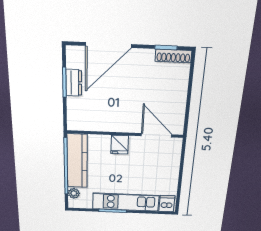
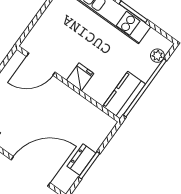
door: (156, 135) -> (41, 64), hinge flipped
kitchen counter: (77, 161) -> (124, 95), width x0.67

